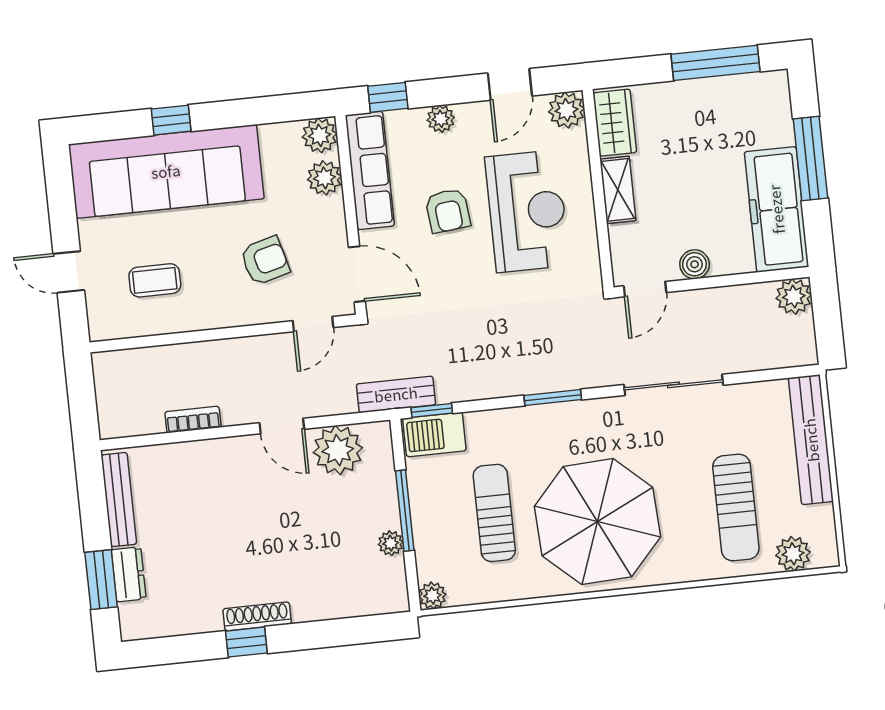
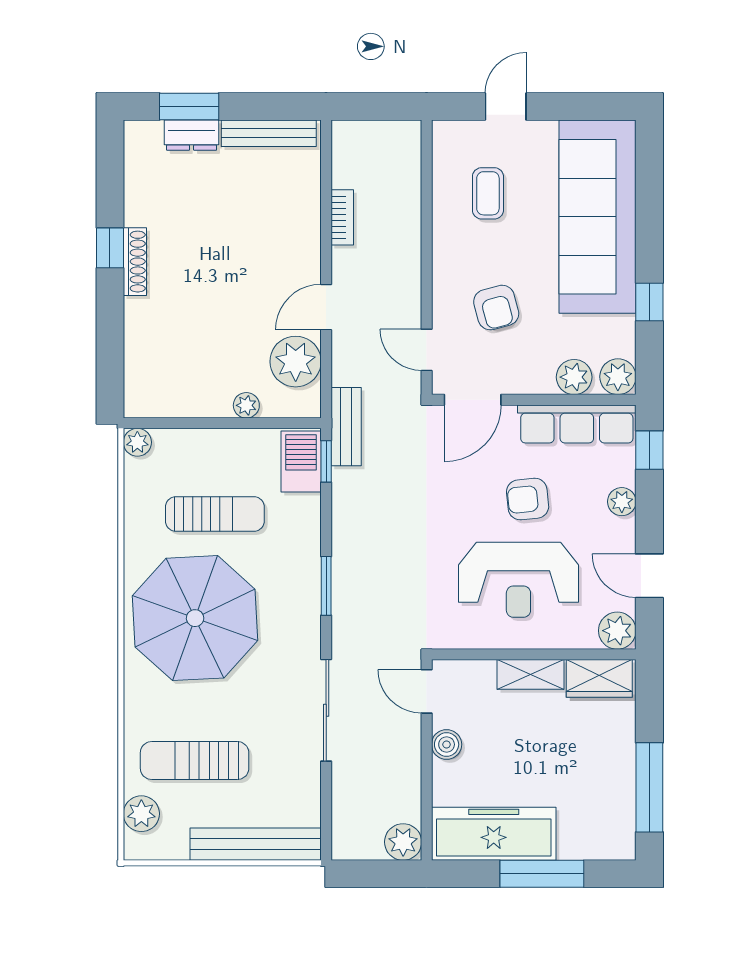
window: (171, 120) -> (649, 302), moved
window: (405, 511) -> (227, 423), removed
plant: (391, 543) -> (246, 405), moved

